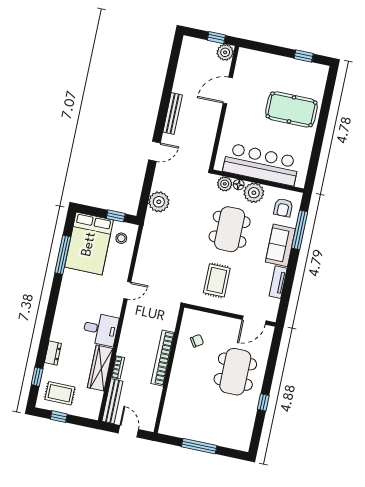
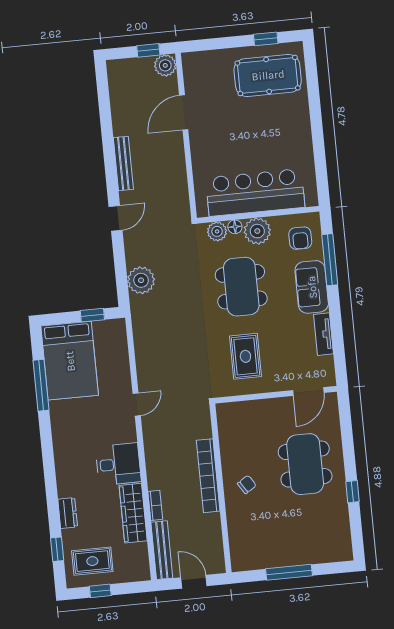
pool table: (291, 109) -> (268, 75), moved
stool: (121, 238) -> (108, 341), removed
chair: (197, 341) -> (247, 485), moved

